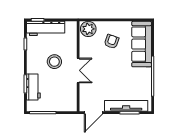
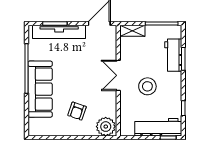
sofa: (142, 44) -> (40, 89), moved
shelving: (67, 107) -> (132, 31), added

